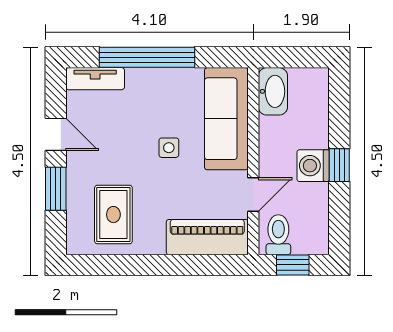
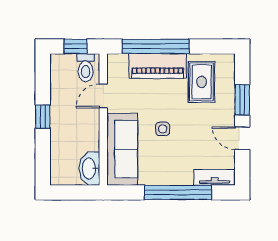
washing machine: (313, 166) -> (61, 116), removed
piano: (207, 237) -> (158, 66), moved
window: (179, 265) -> (156, 46), added

